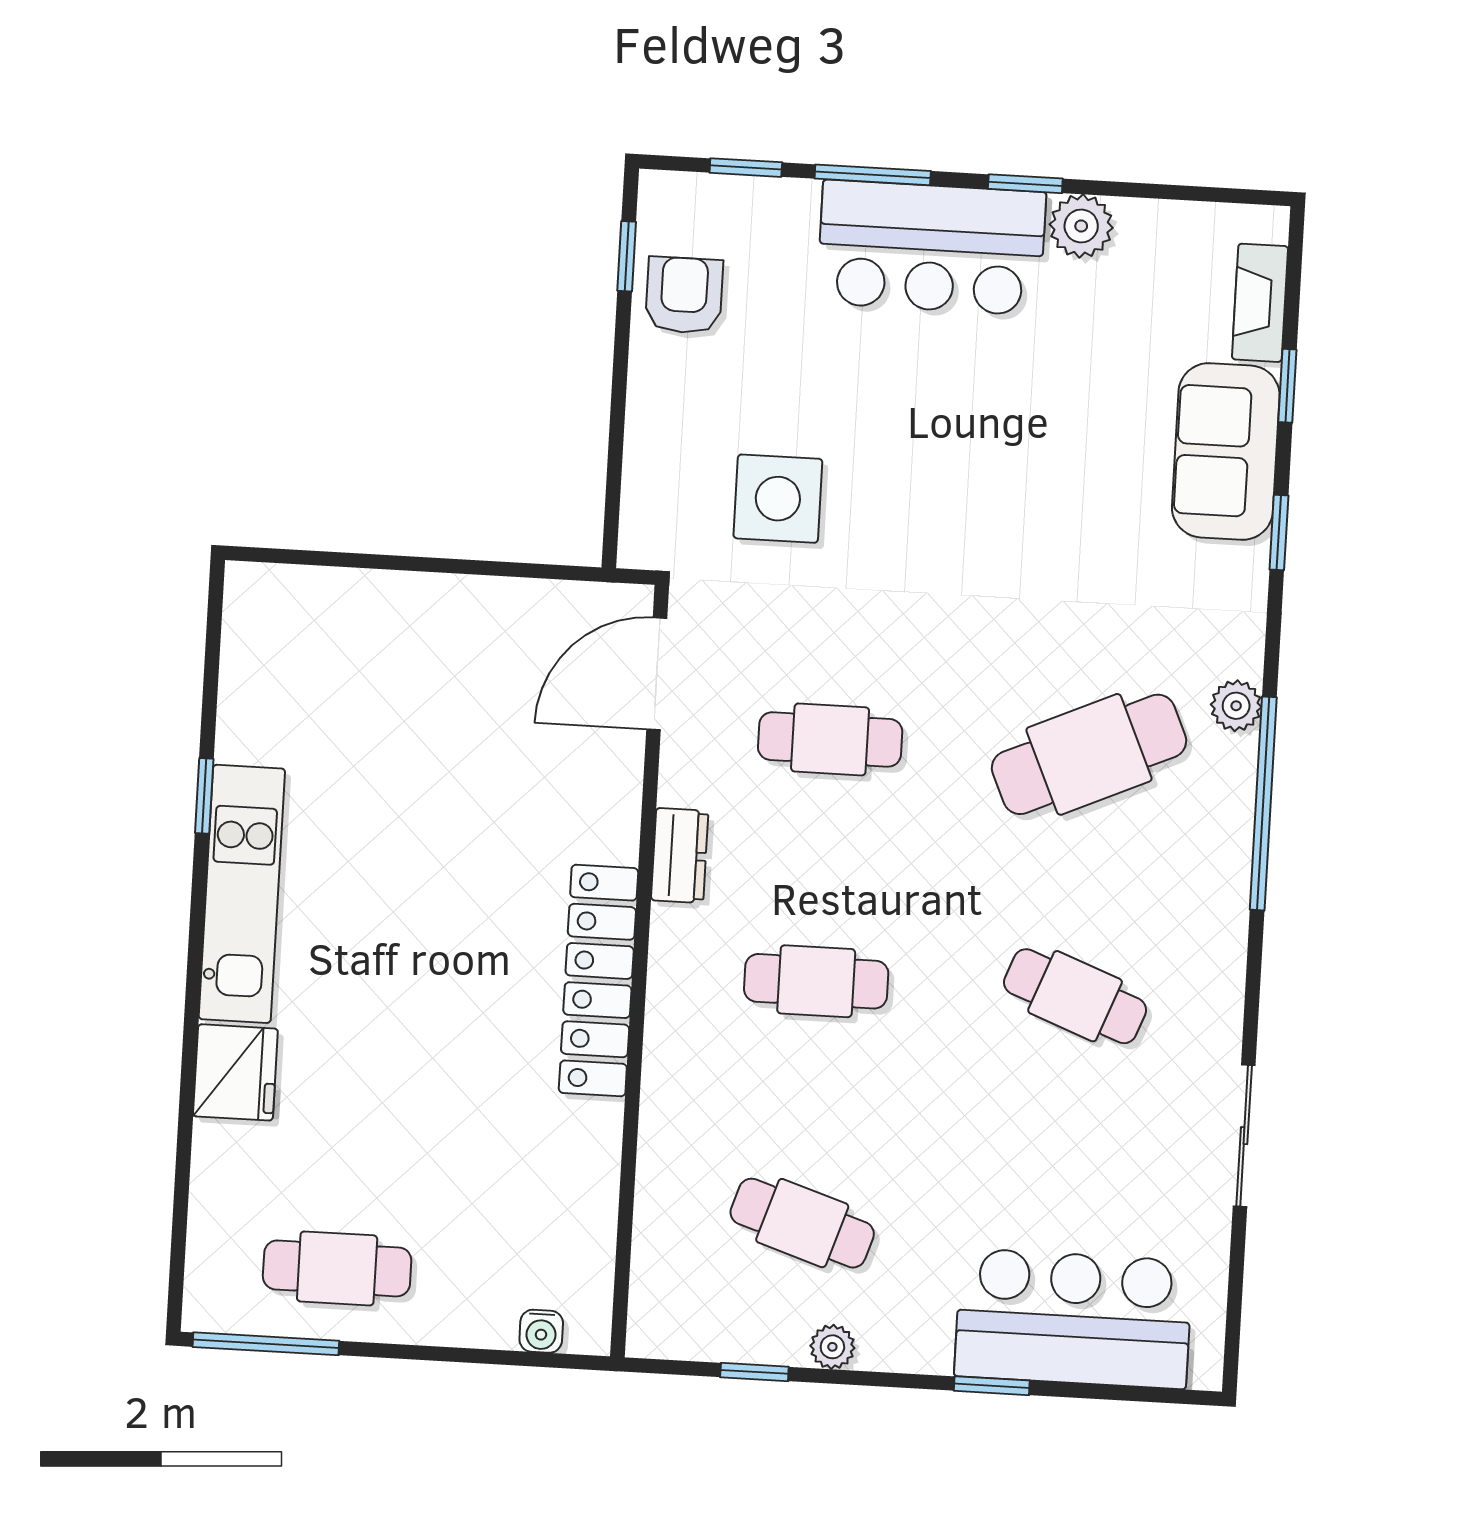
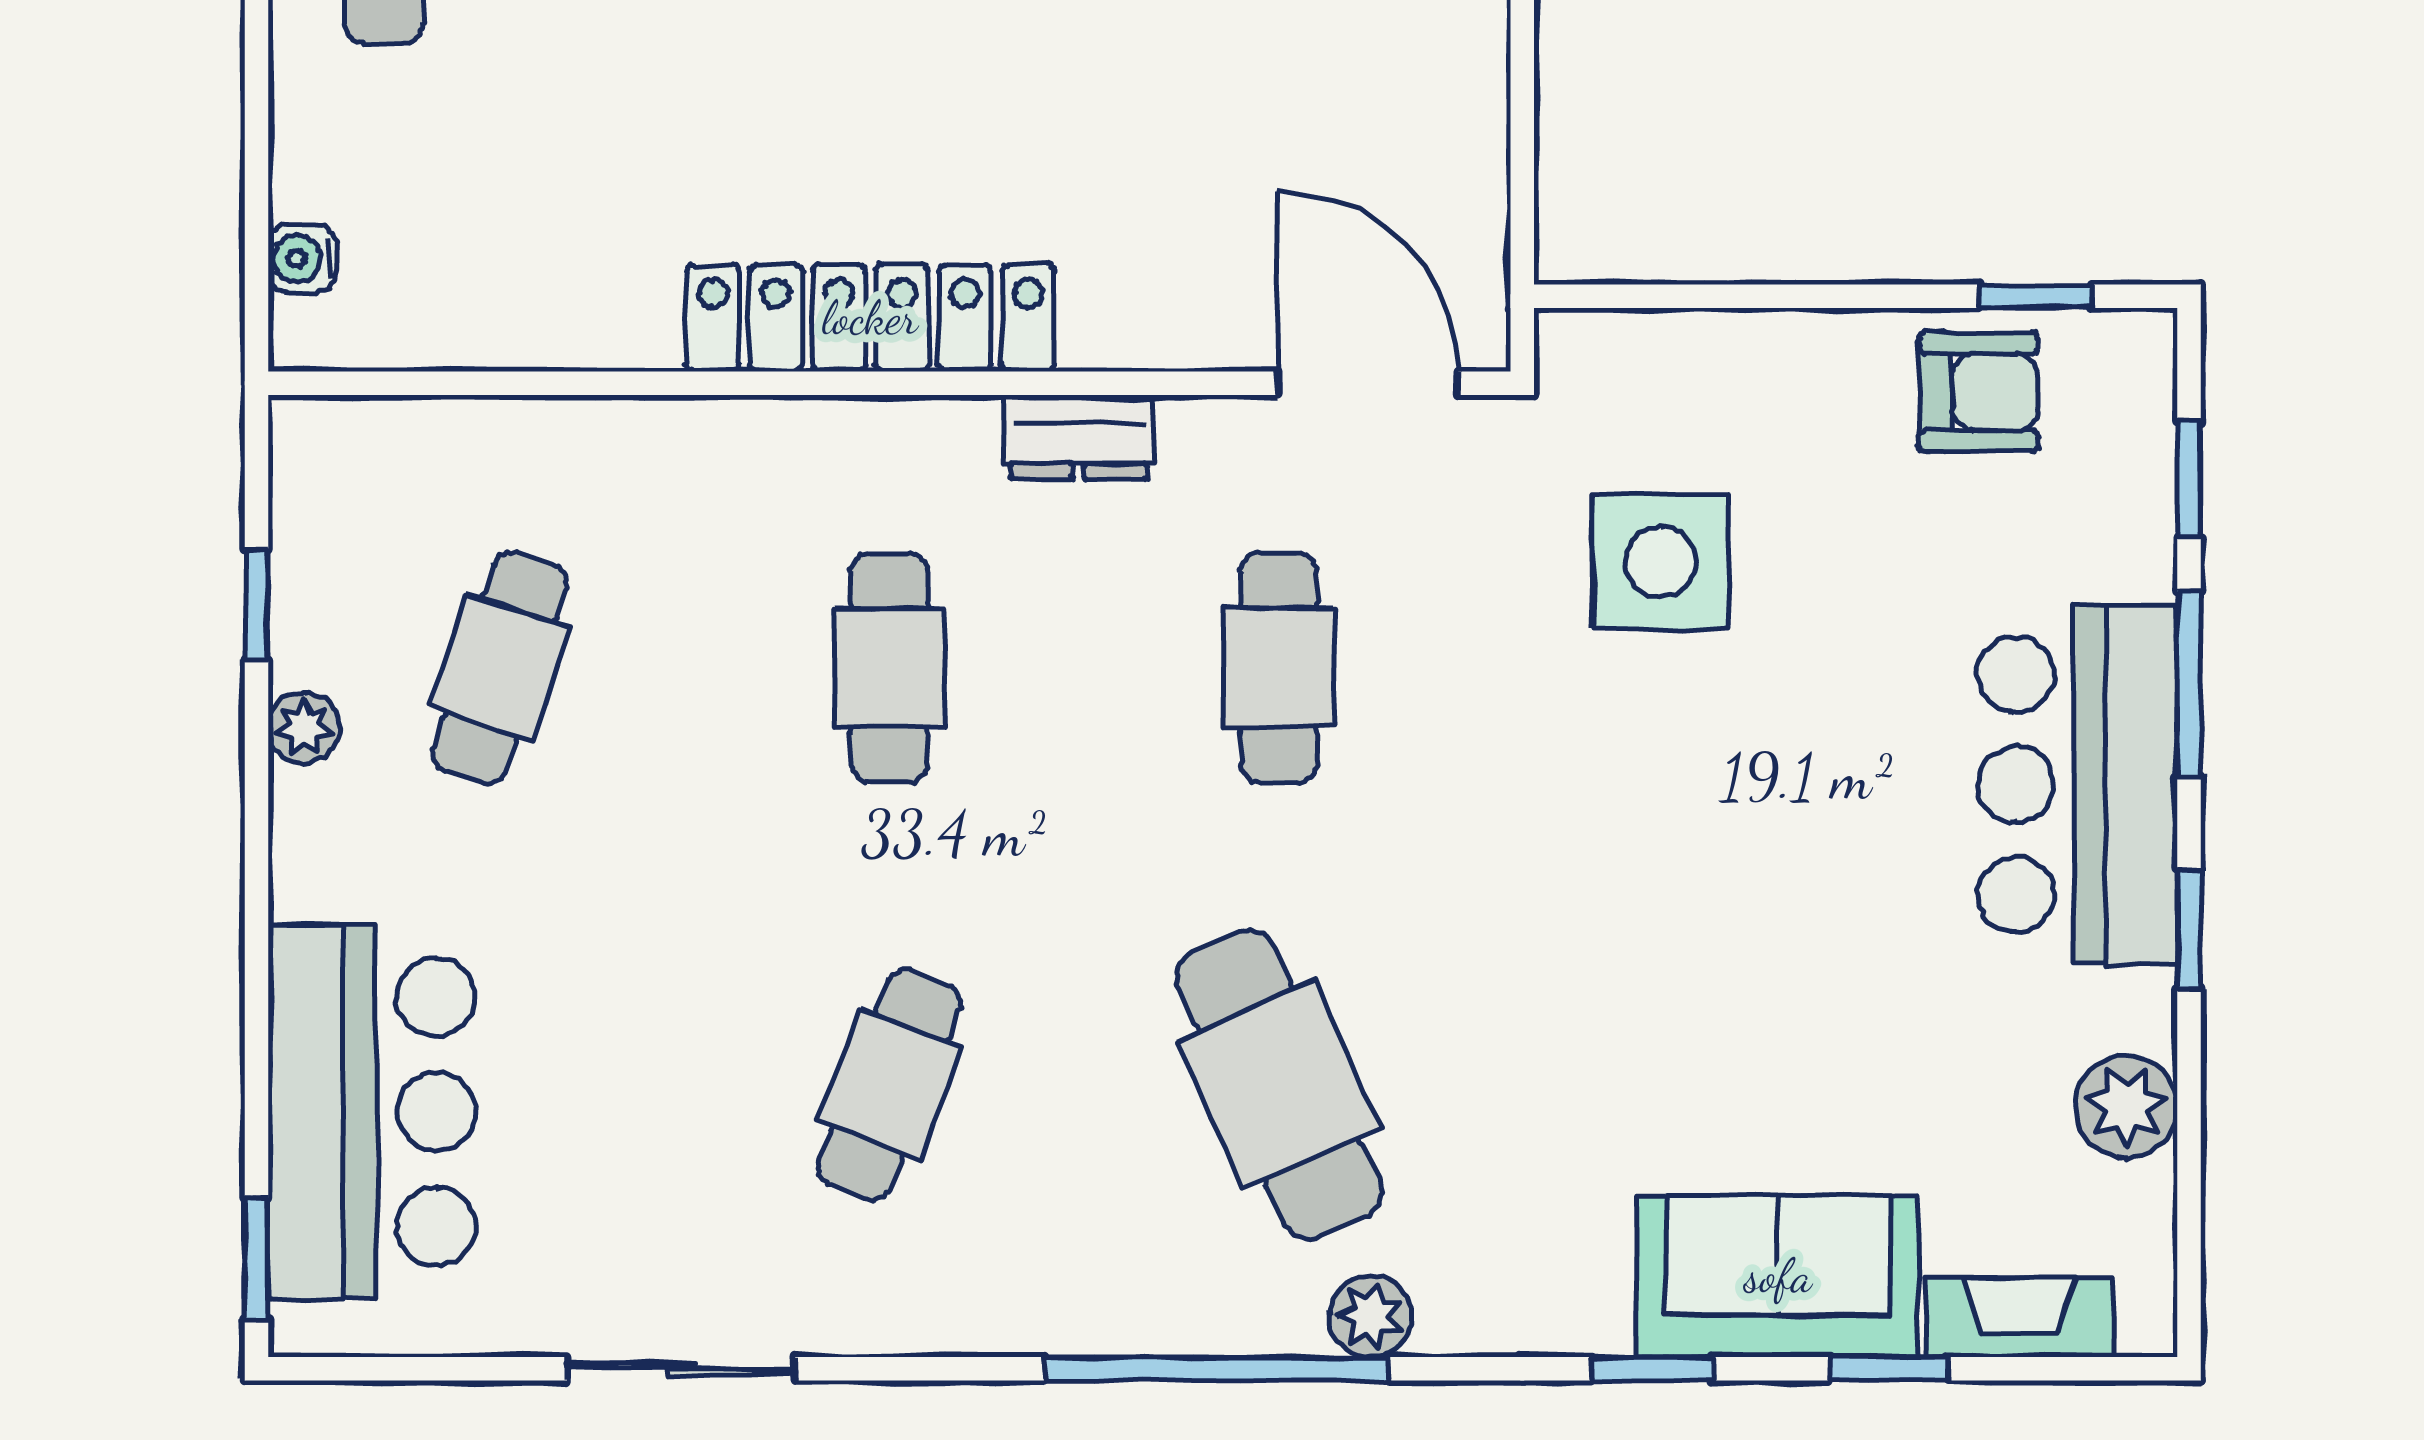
plant: (1081, 226) -> (2126, 1107), moved
window: (992, 1386) -> (257, 1258), moved

